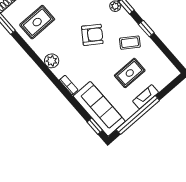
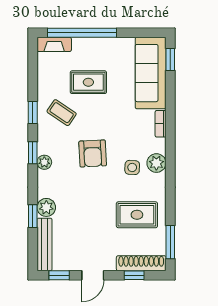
armchair: (92, 35) -> (93, 153), turned -128
side table: (63, 46) -> (132, 167), added
fireplace: (146, 97) -> (54, 44), moved
window: (138, 115) -> (82, 33), moved

